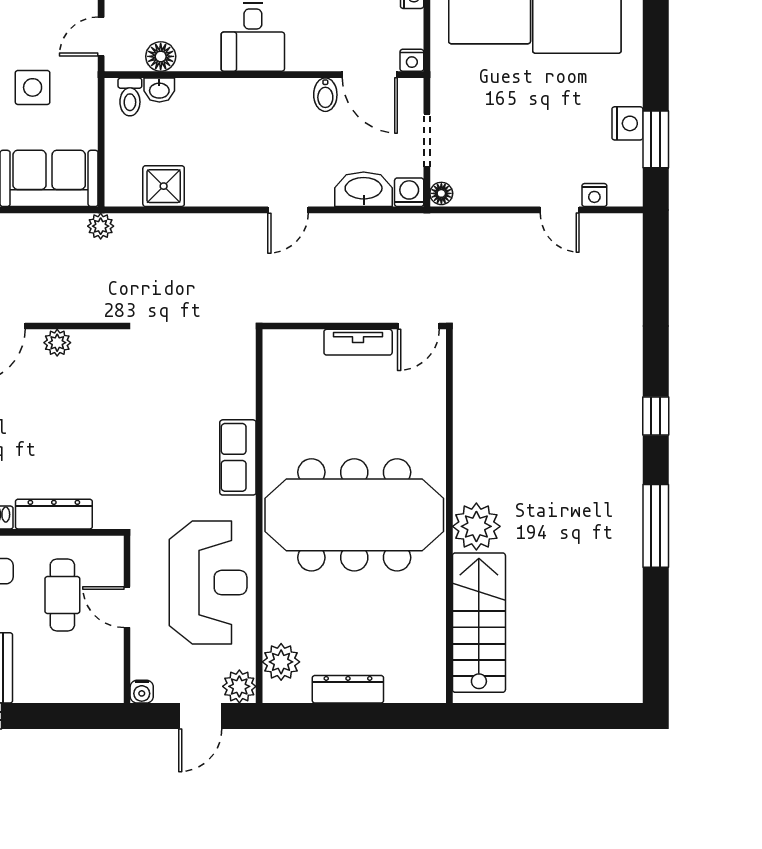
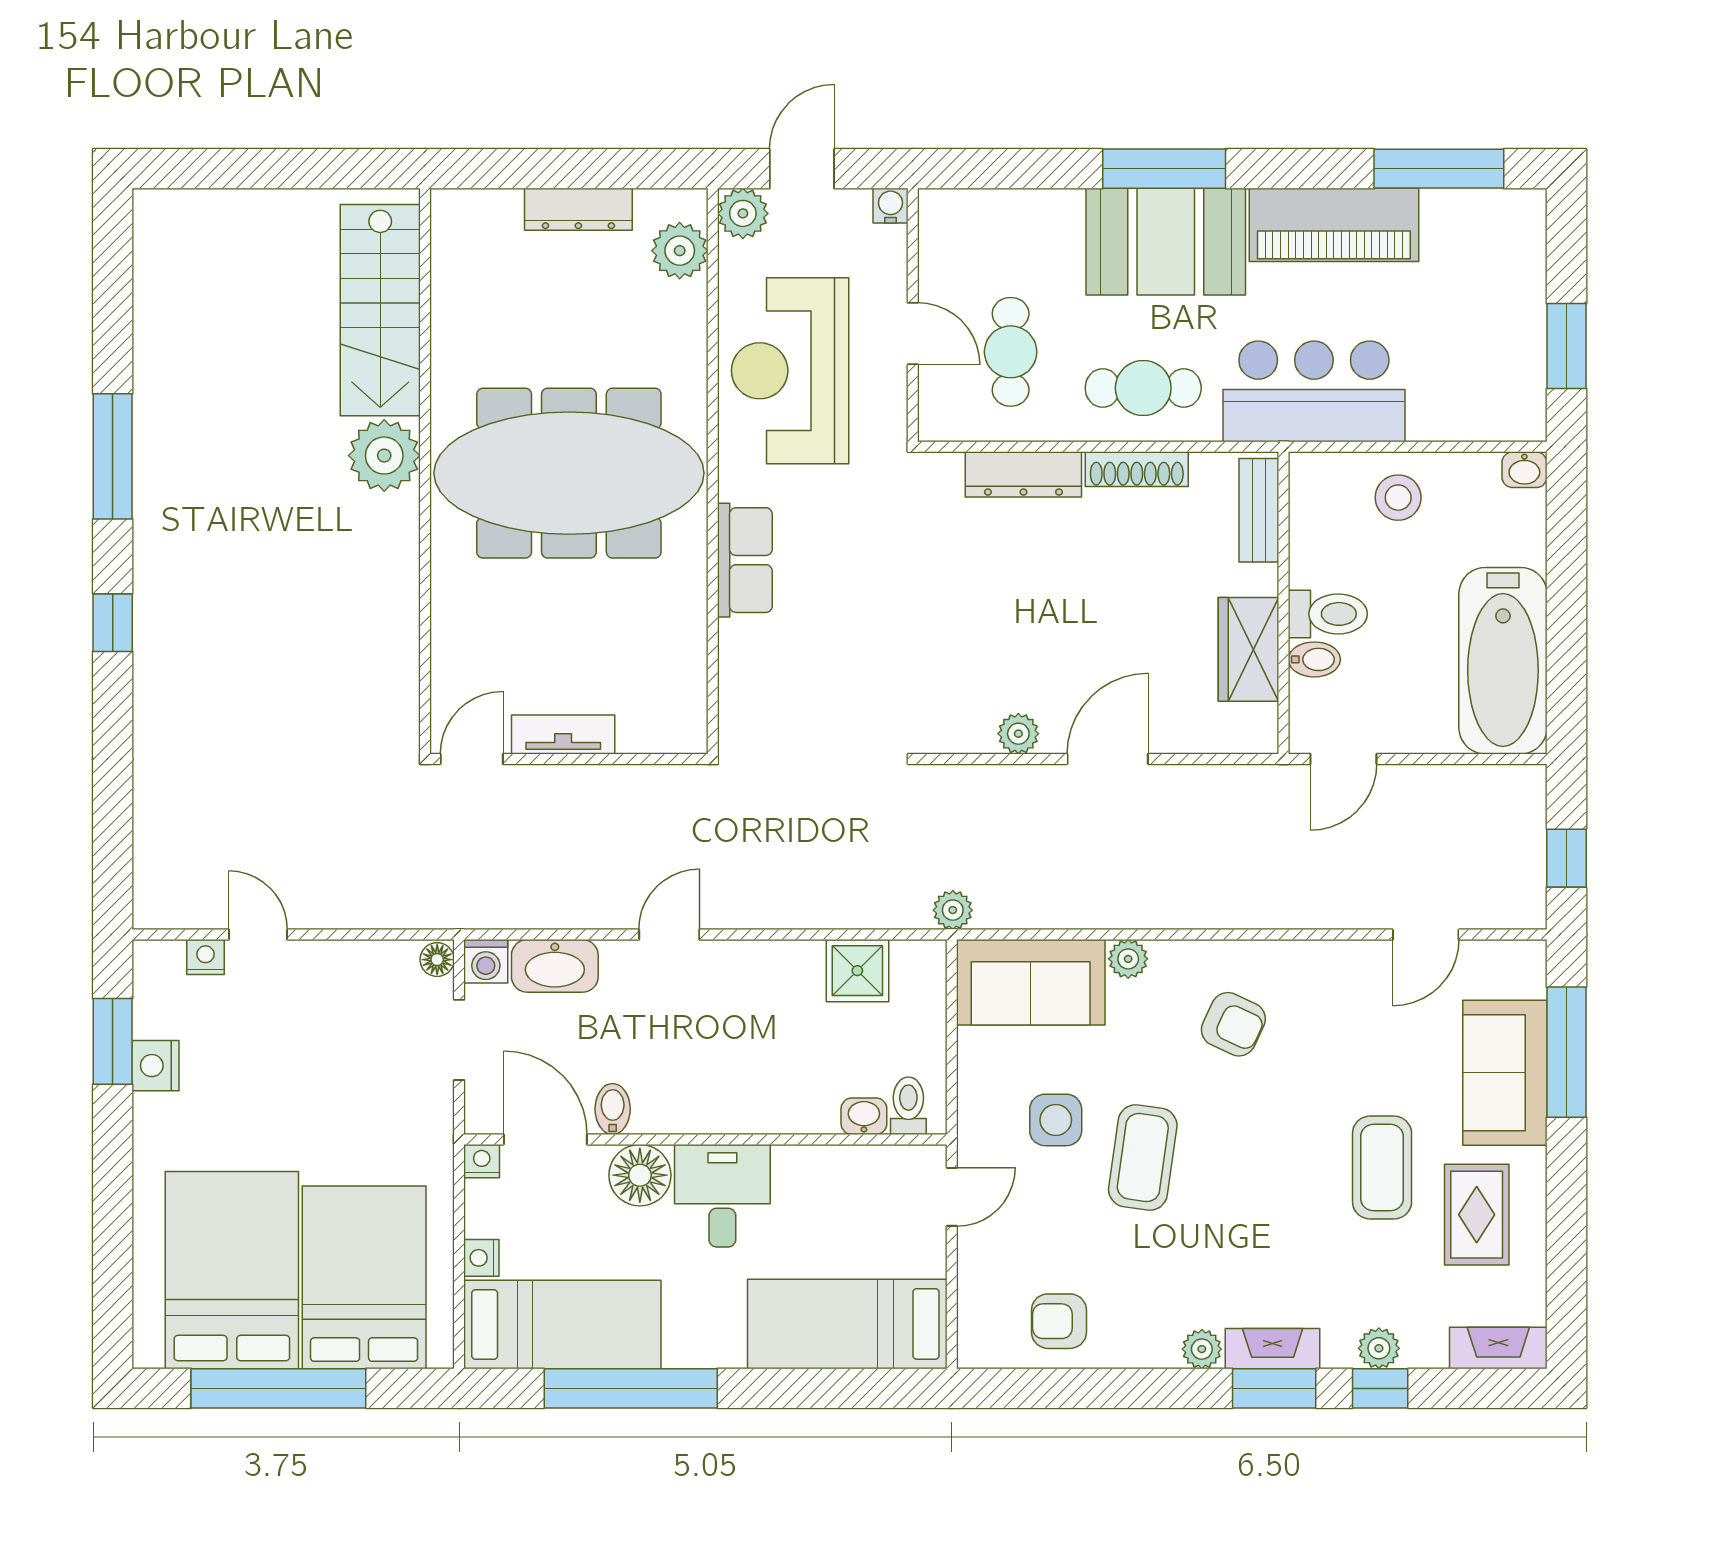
floor lamp: (161, 56) -> (640, 1175), moved, width x1.38, depth x1.38

